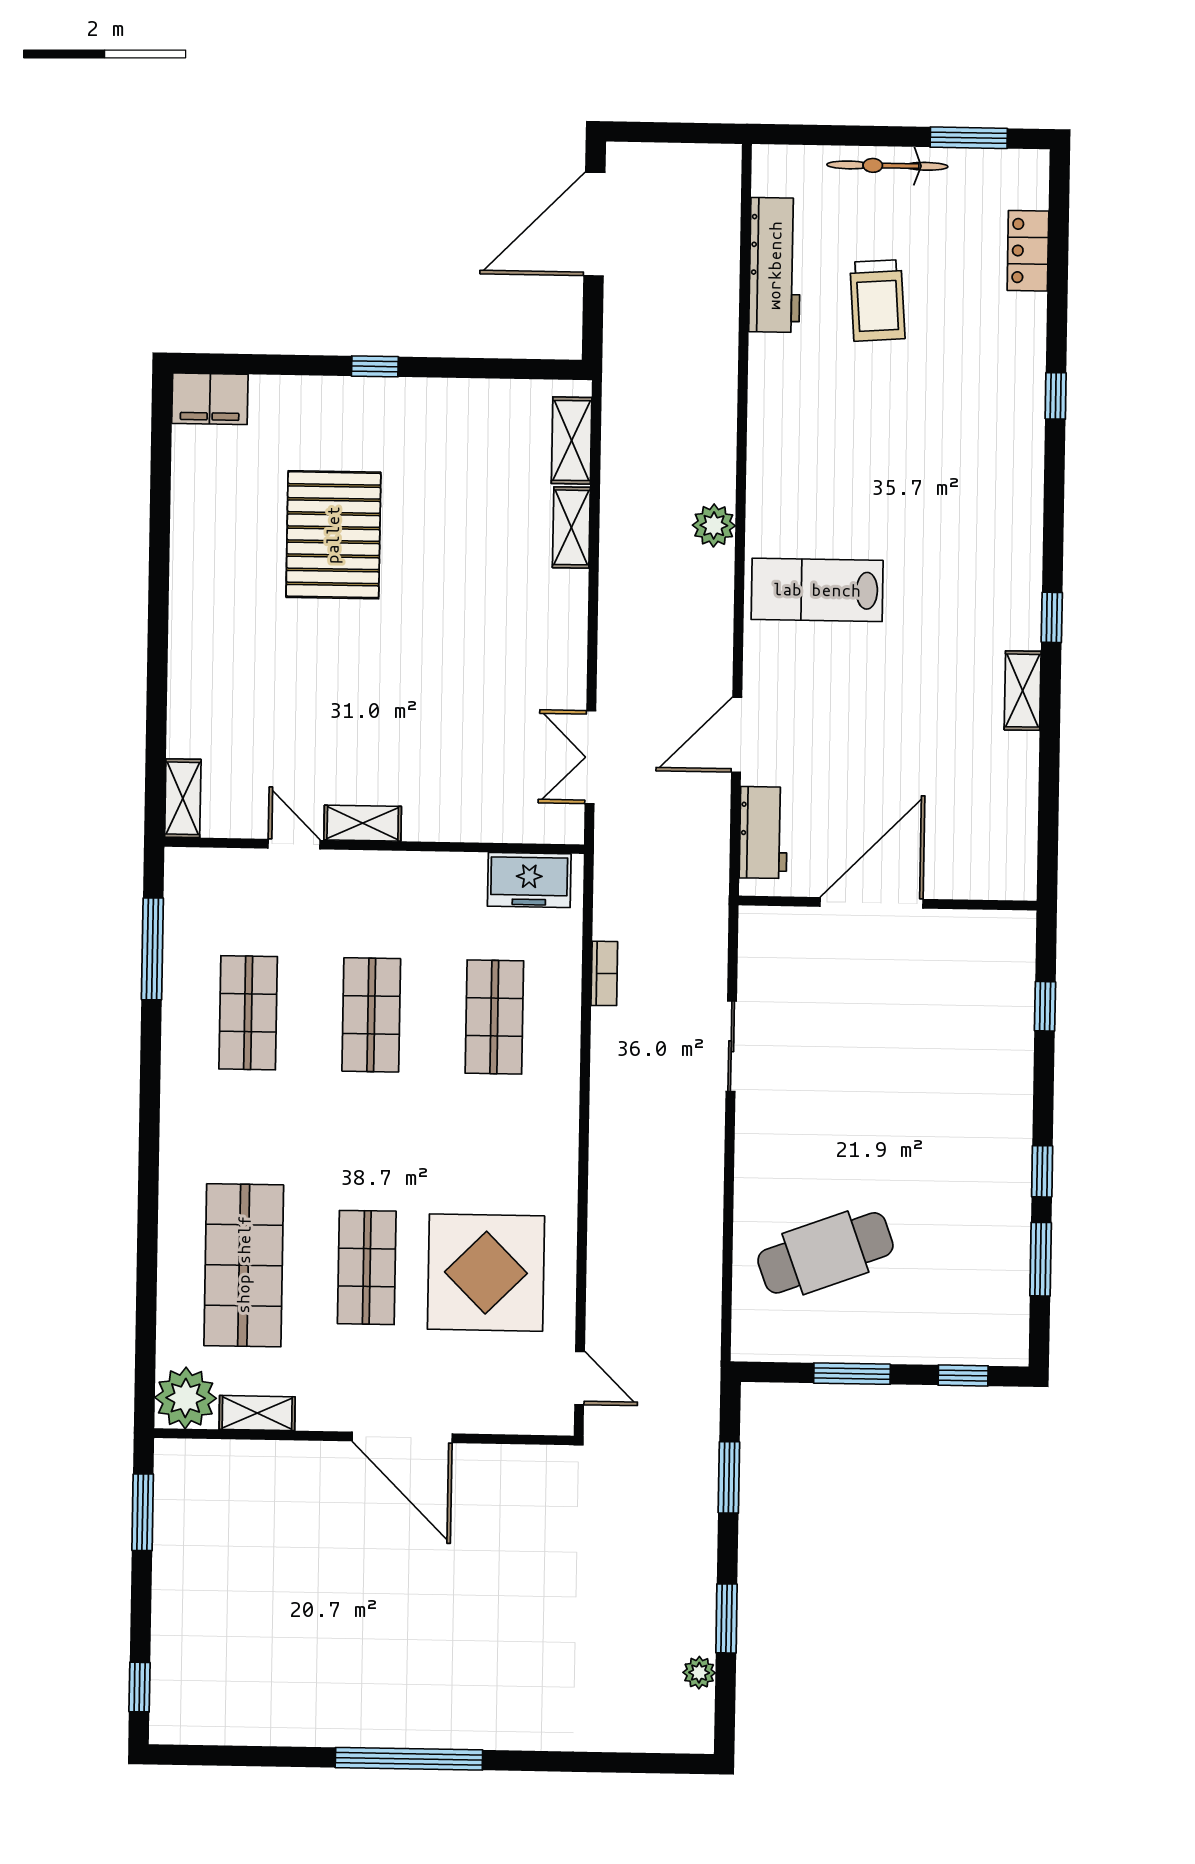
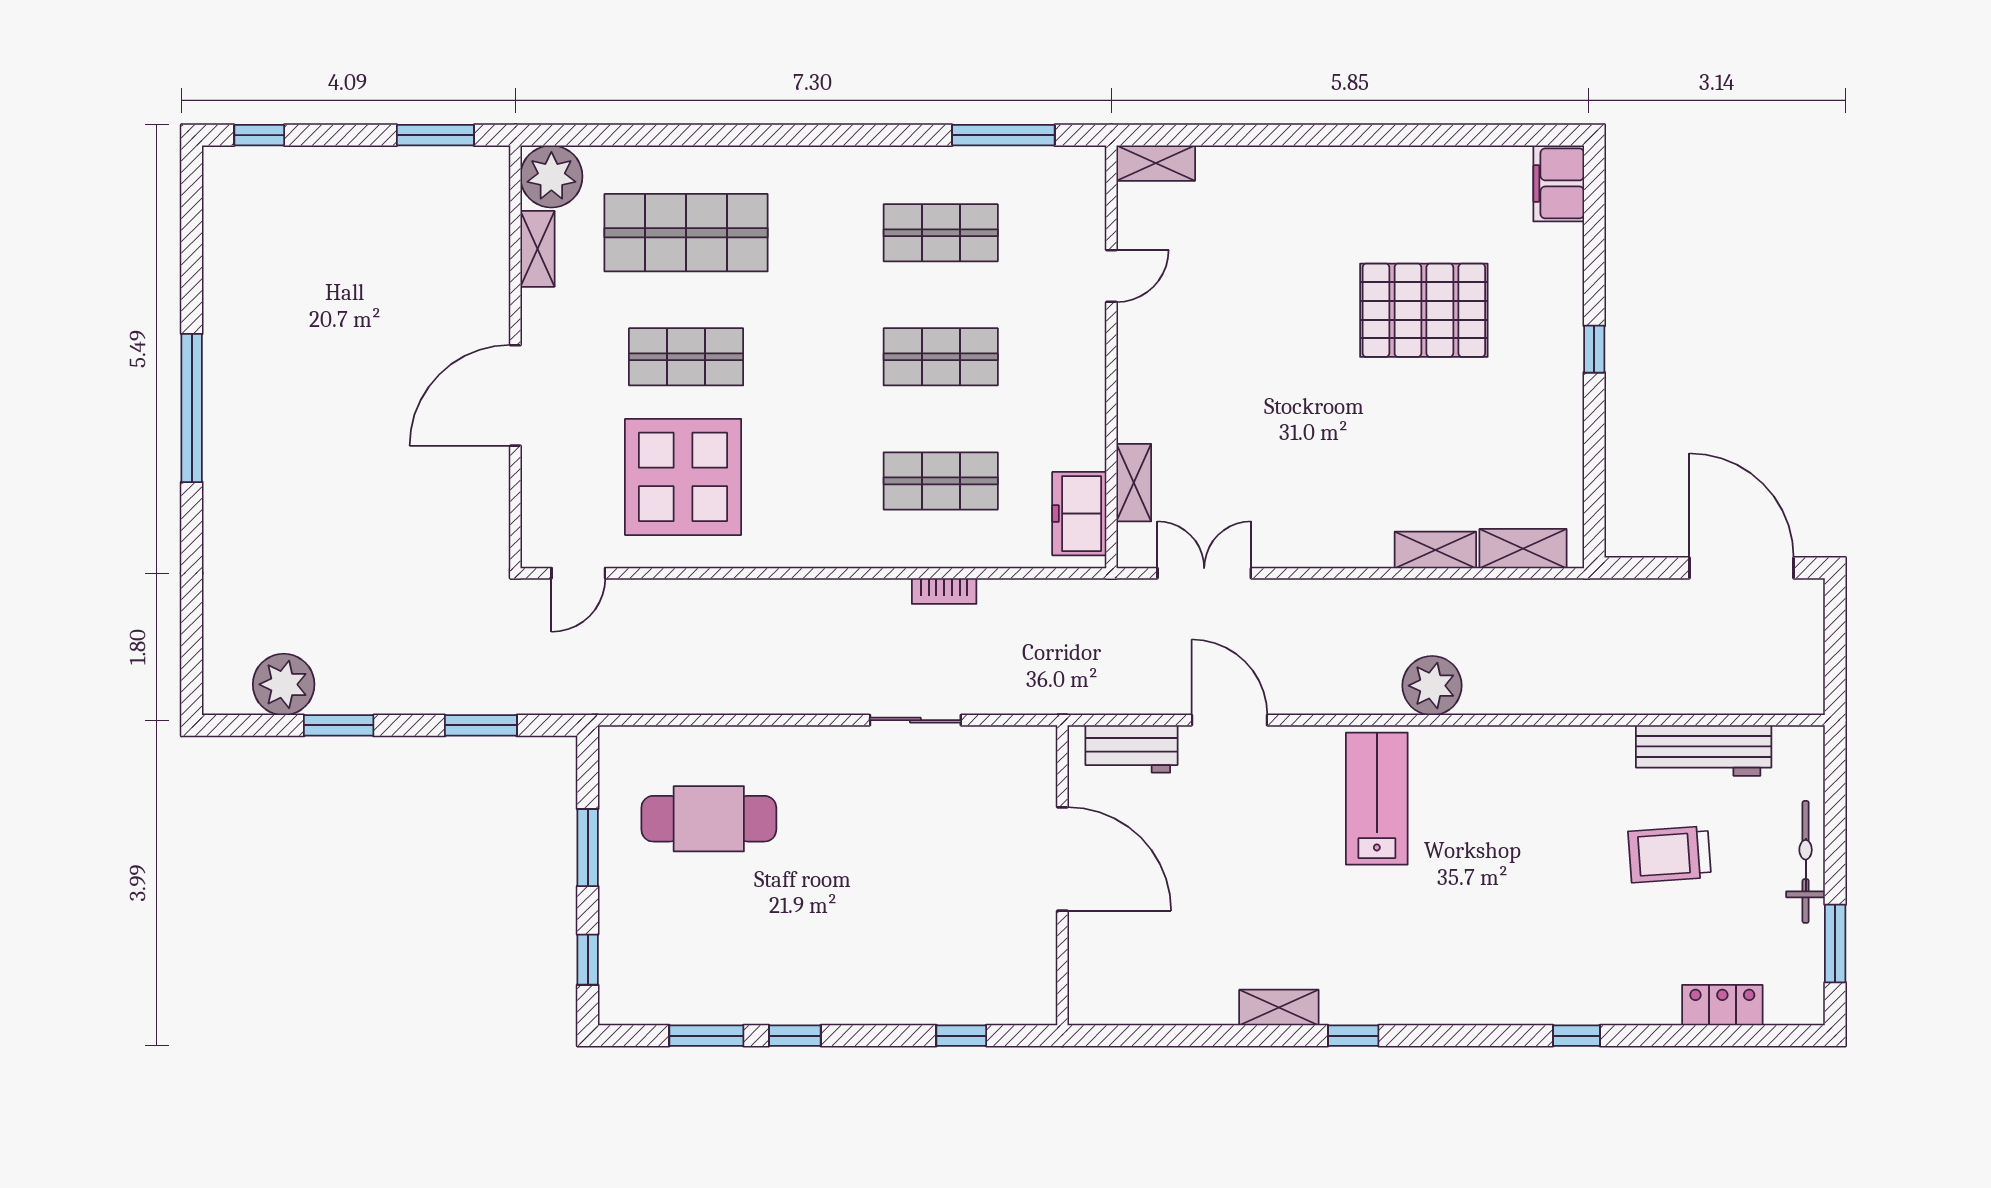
plant: (714, 525) -> (1432, 686), width x1.36, depth x1.36
shelving: (363, 823) -> (1134, 483), moved
bookcase: (604, 973) -> (944, 591), moved
cafe table: (825, 1253) -> (709, 819), turned -70
plant: (699, 1673) -> (284, 684), width x1.87, depth x1.87

